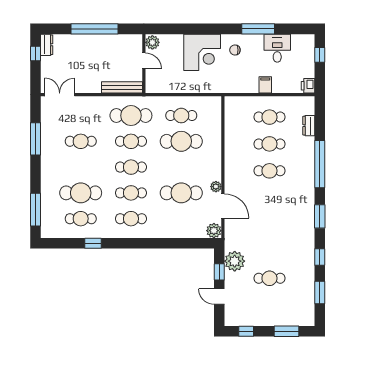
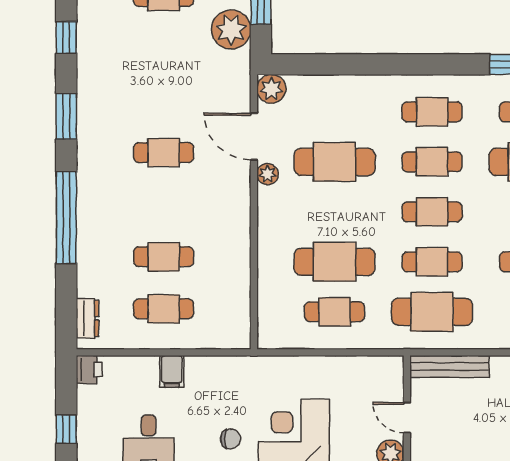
dresser: (309, 126) -> (87, 318), moved
cafe table: (269, 171) -> (164, 153), moved

